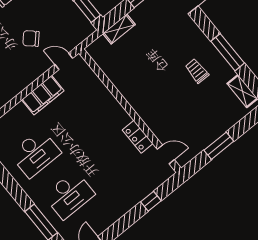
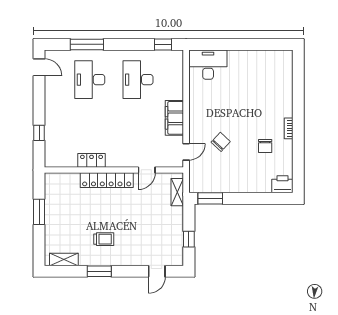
shelving: (119, 29) -> (177, 192), moved
window: (228, 52) -> (99, 271), width x0.69
locker: (144, 110) -> (107, 180), added
door: (166, 154) -> (147, 170), moved

